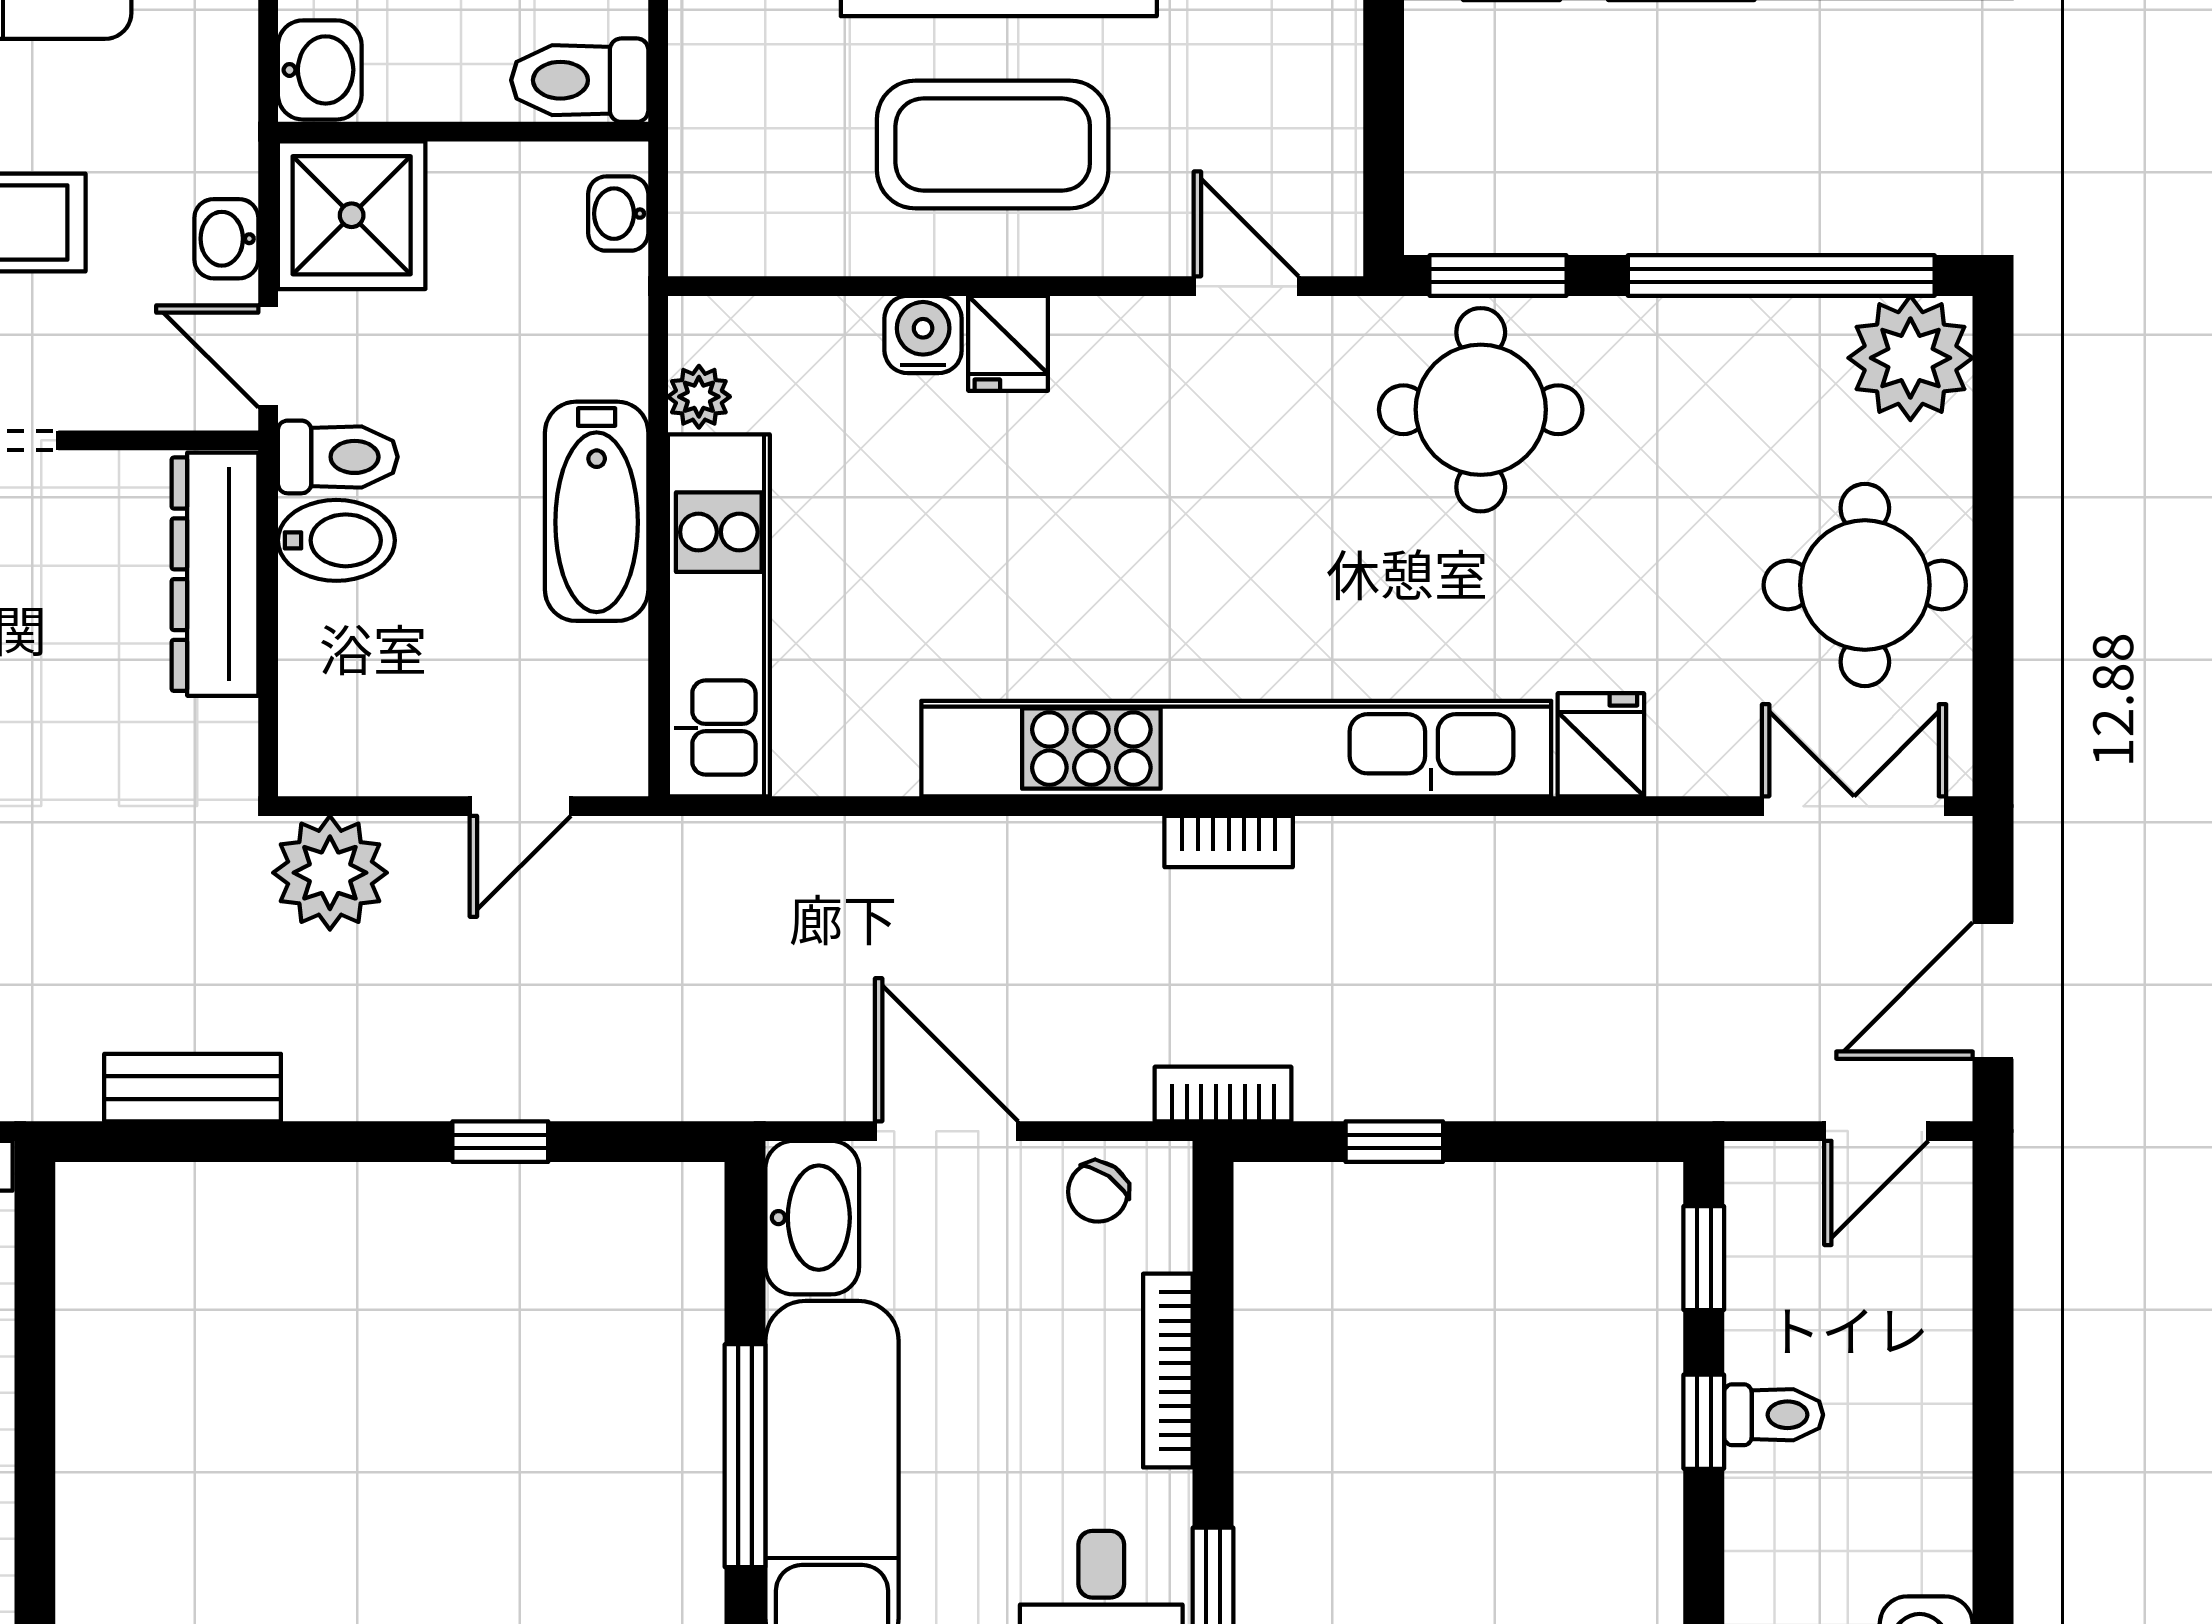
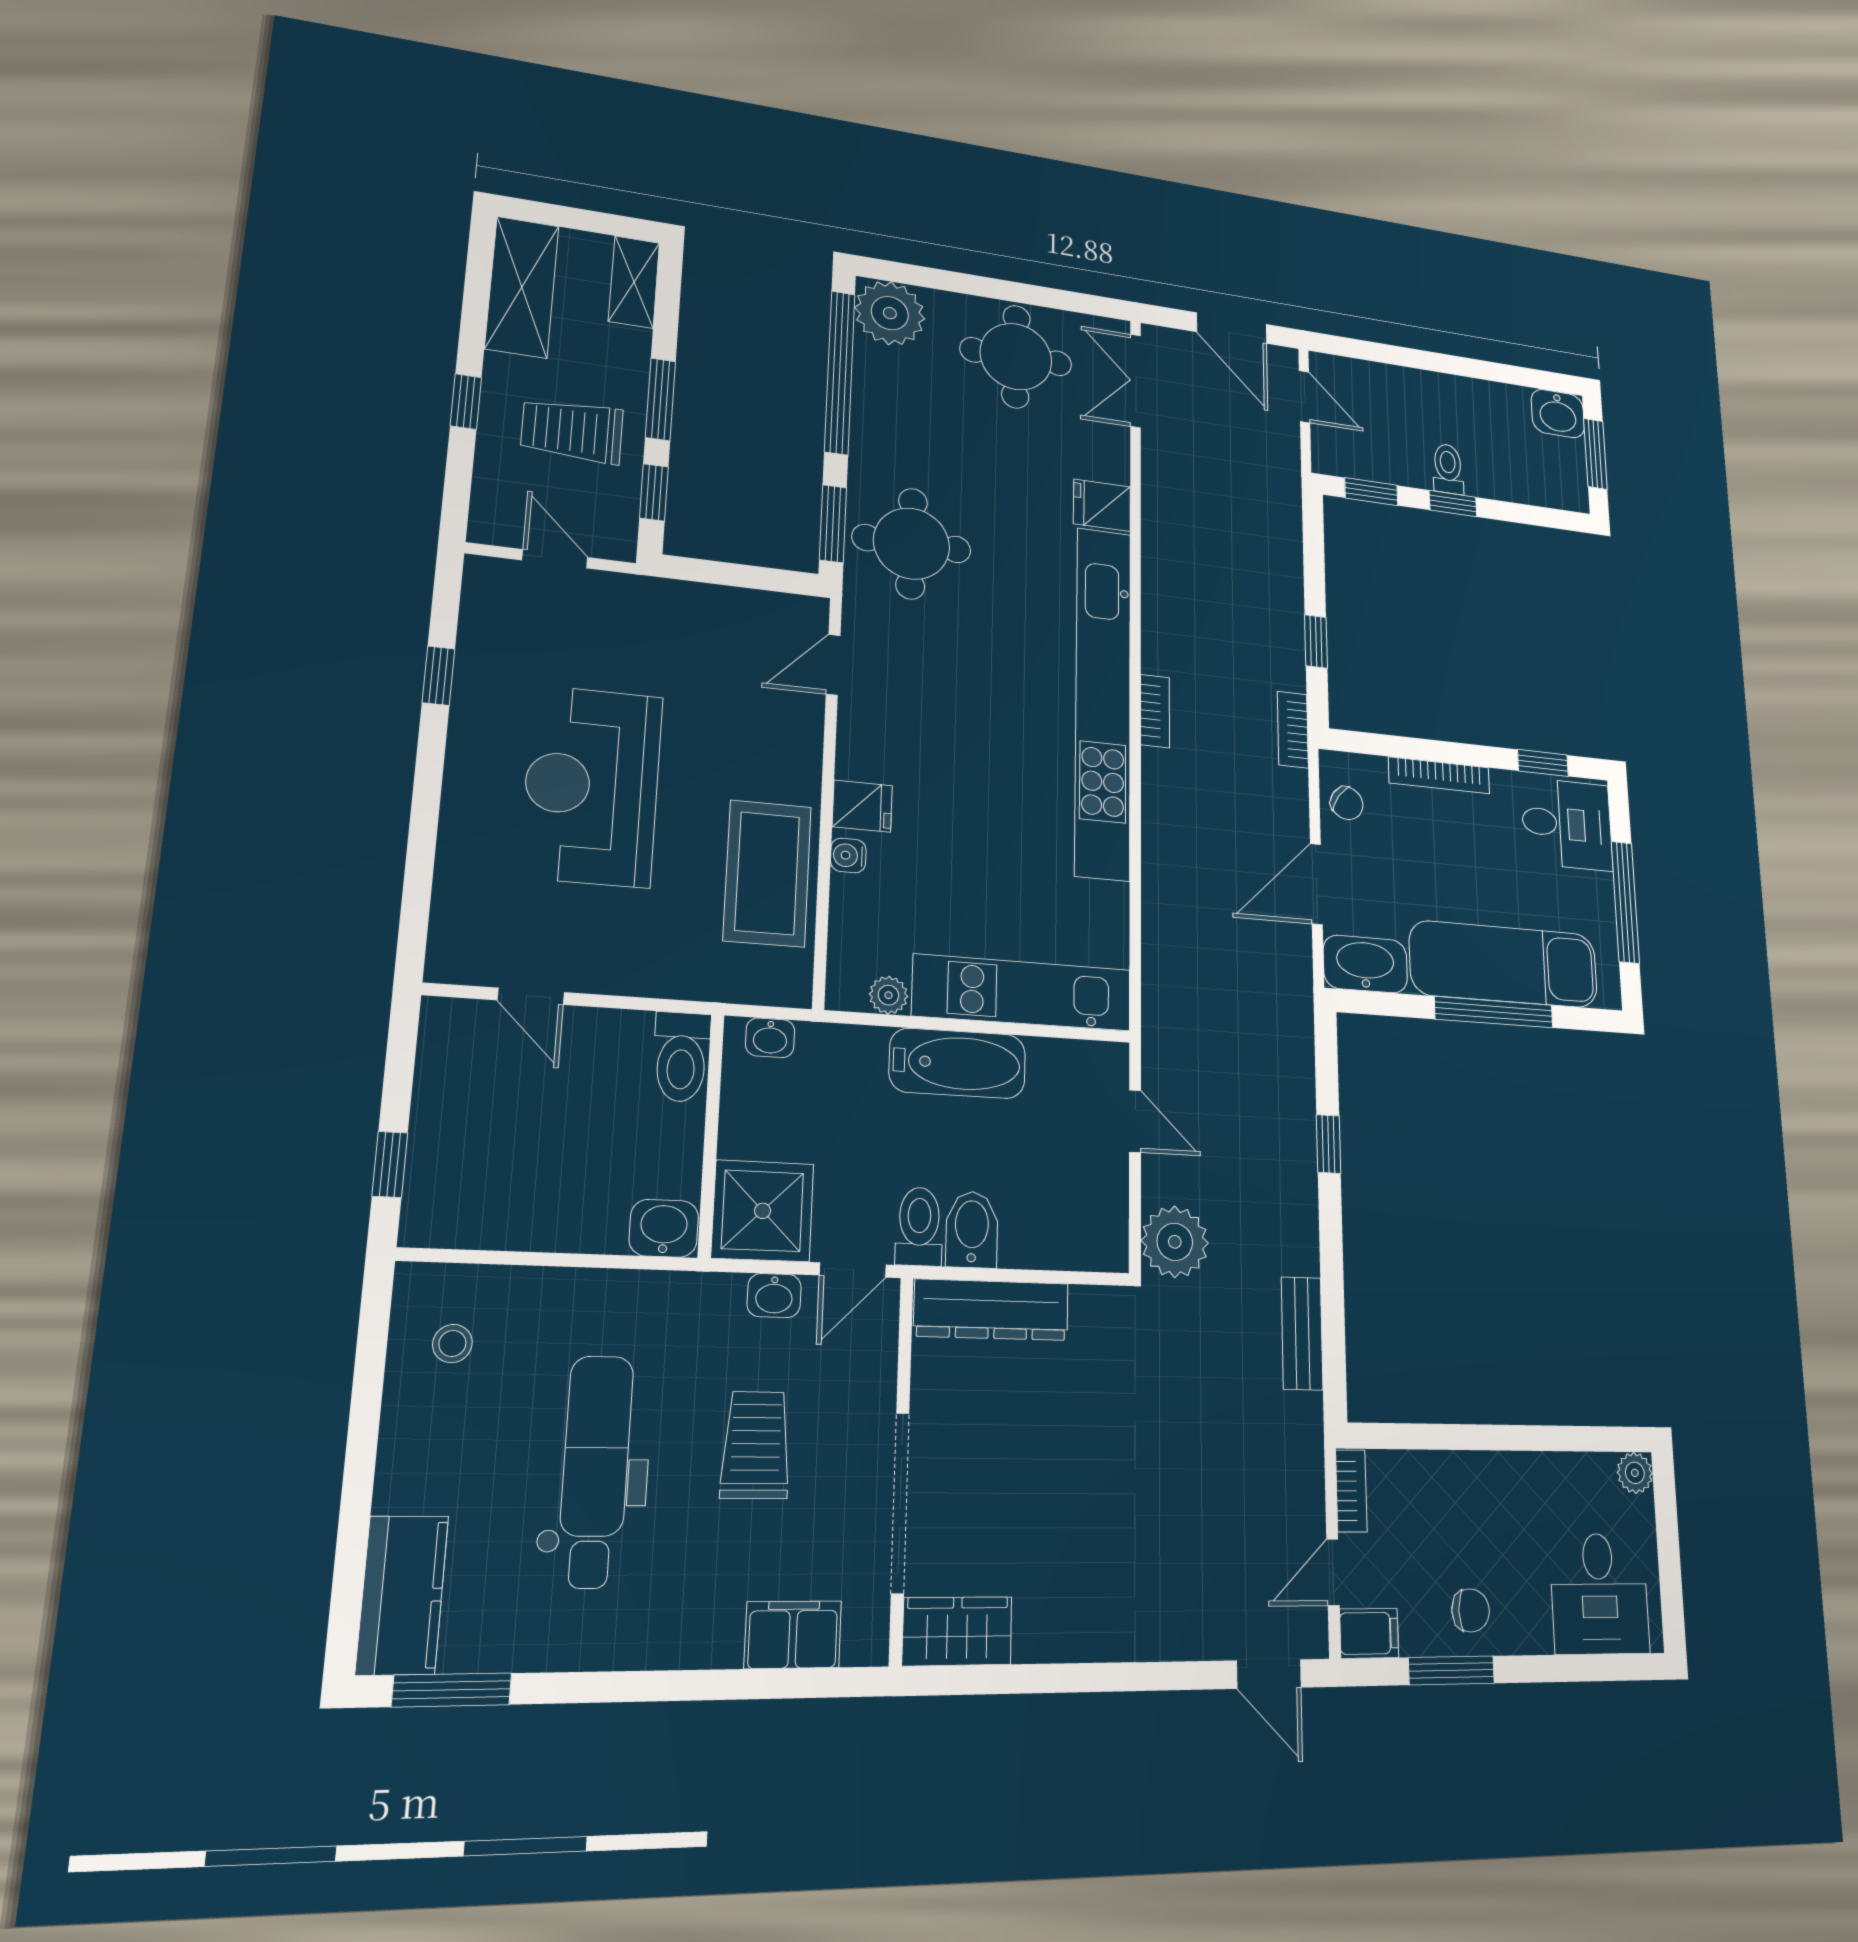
coffee table: (993, 144) -> (767, 873), moved
water cooler: (923, 334) -> (848, 855), width x0.72, depth x0.72

